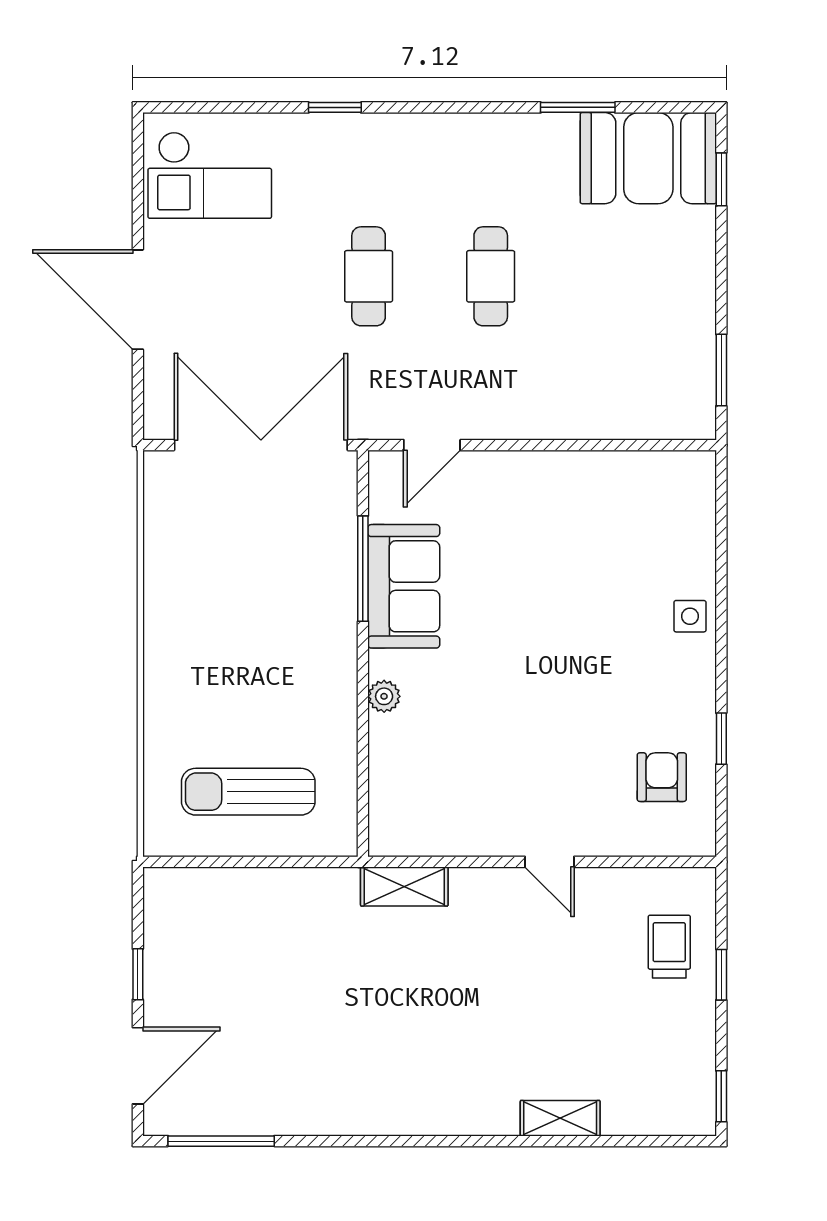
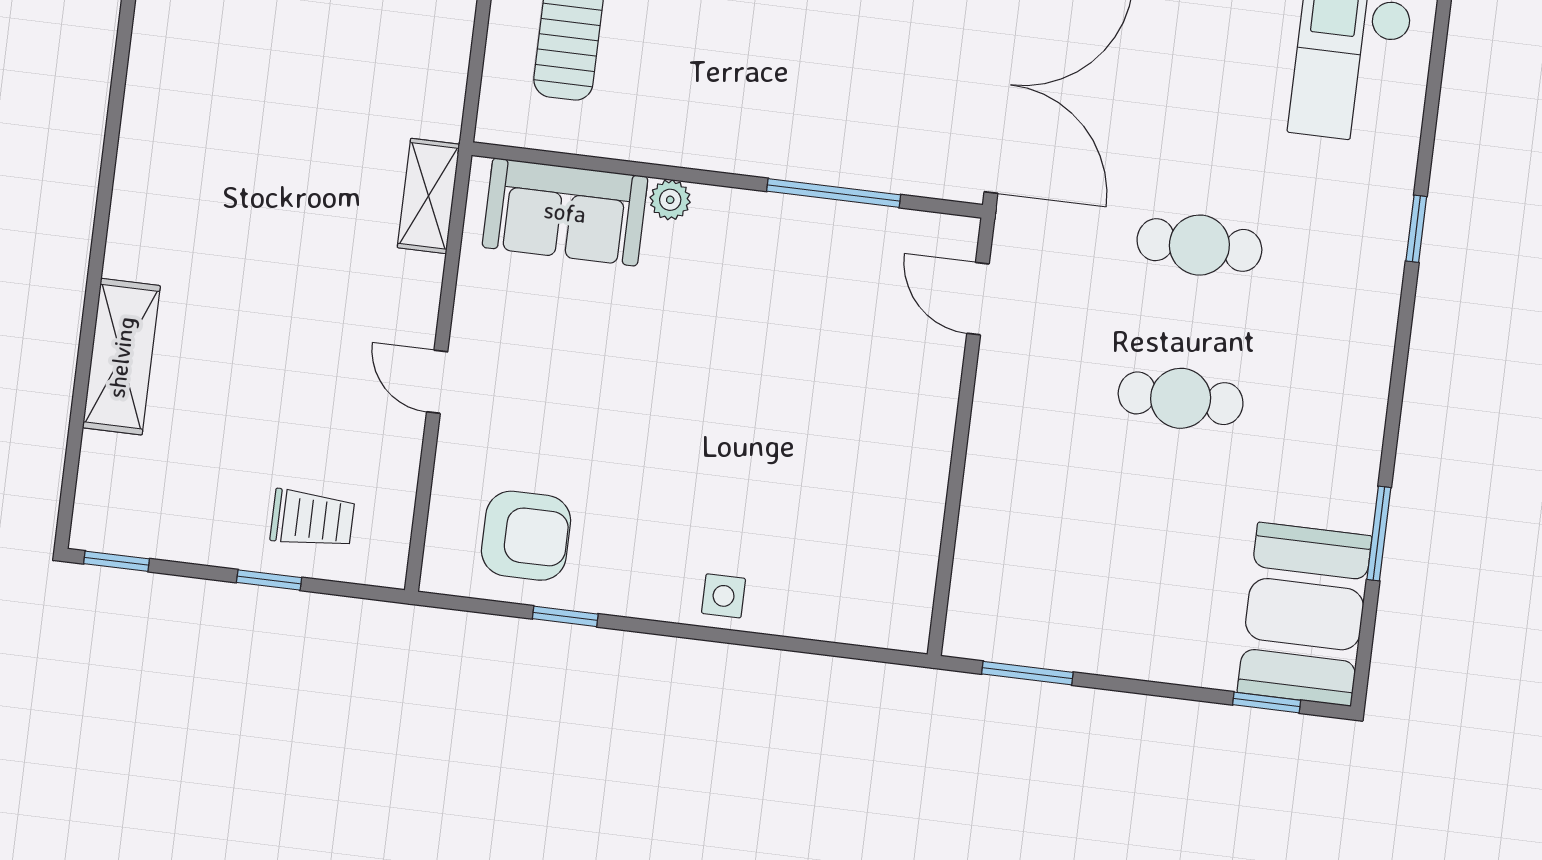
sofa: (404, 586) -> (565, 212), moved
armchair: (662, 777) -> (526, 536), width x1.38, depth x1.38
door: (549, 862) -> (437, 382), hinge flipped
shelving: (560, 1118) -> (121, 357), width x1.50, depth x1.33

